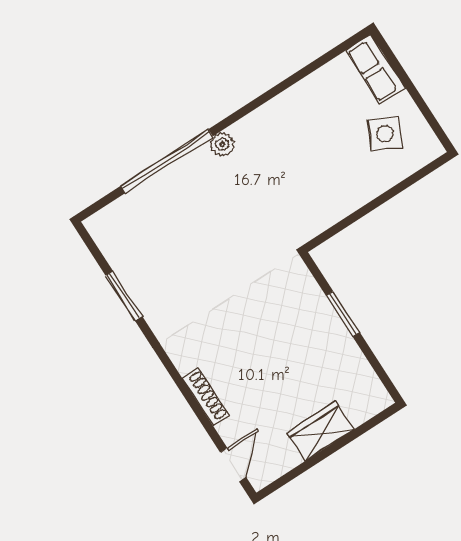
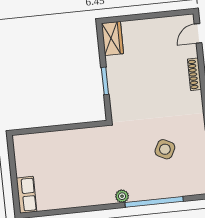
side table: (385, 134) -> (165, 149), moved
wardrobe: (320, 431) -> (112, 38), moved, turned -90

